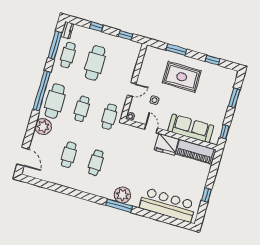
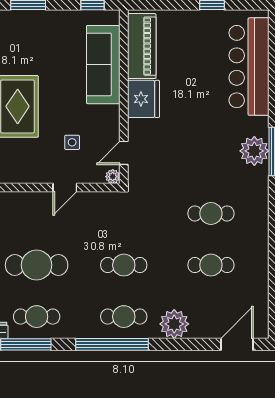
door: (132, 89) -> (65, 188), swing flipped
cafe table: (55, 101) -> (124, 317), width x0.73, depth x0.74
cafe table: (109, 117) -> (124, 213), removed
door: (151, 129) -> (124, 153), moved

